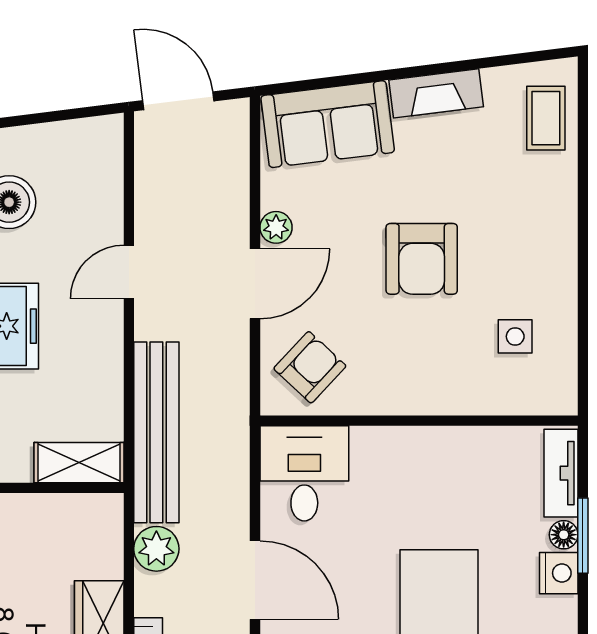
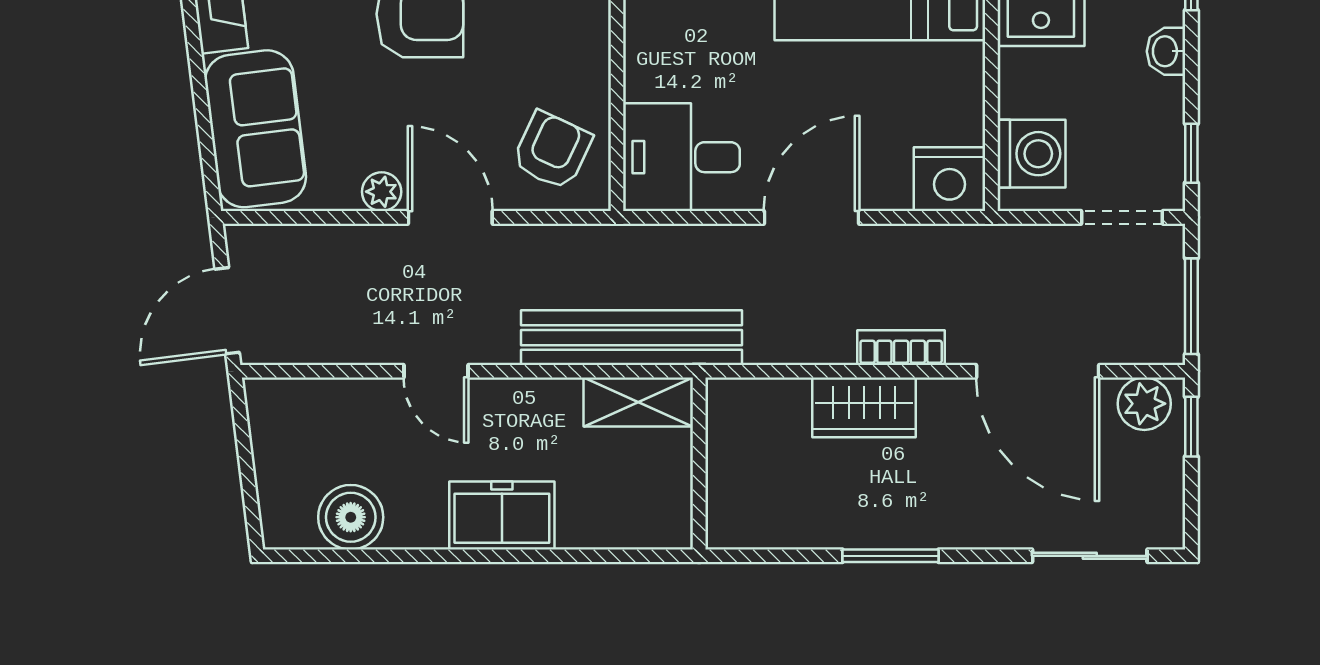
armchair: (310, 367) -> (552, 150), turned 72
shelving: (79, 463) -> (638, 402), moved, turned 90
plant: (156, 549) -> (773, 338), removed

